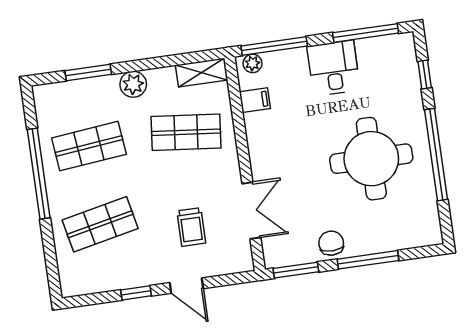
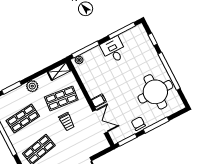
filing cabinet: (255, 100) -> (99, 101), moved
round table: (371, 159) -> (155, 92), moved
trolley: (191, 227) -> (67, 122), moved

